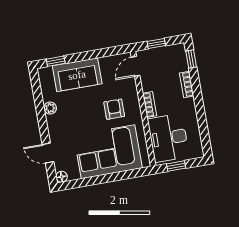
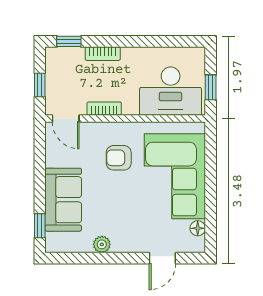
bookcase: (150, 105) -> (104, 109), moved
floor lamp: (62, 177) -> (198, 228), moved

